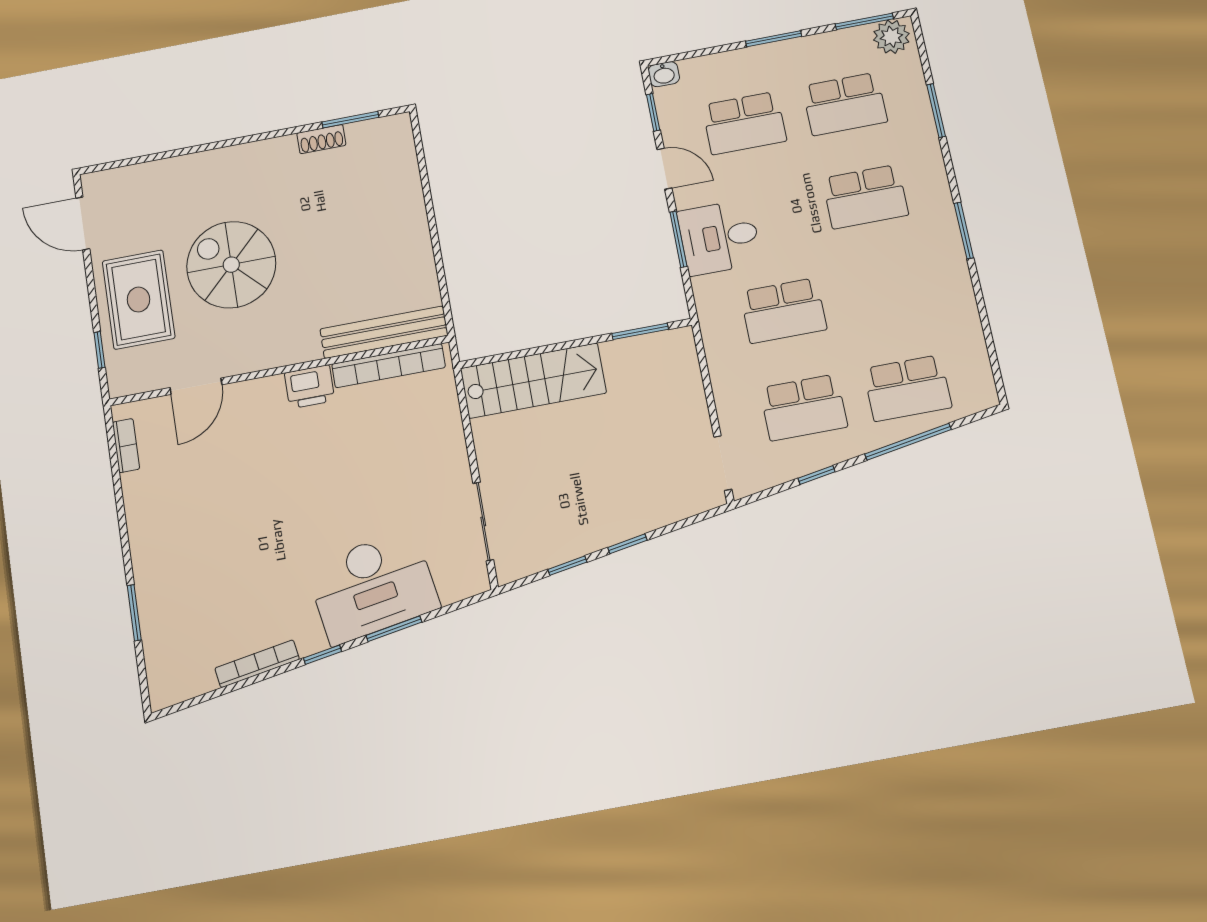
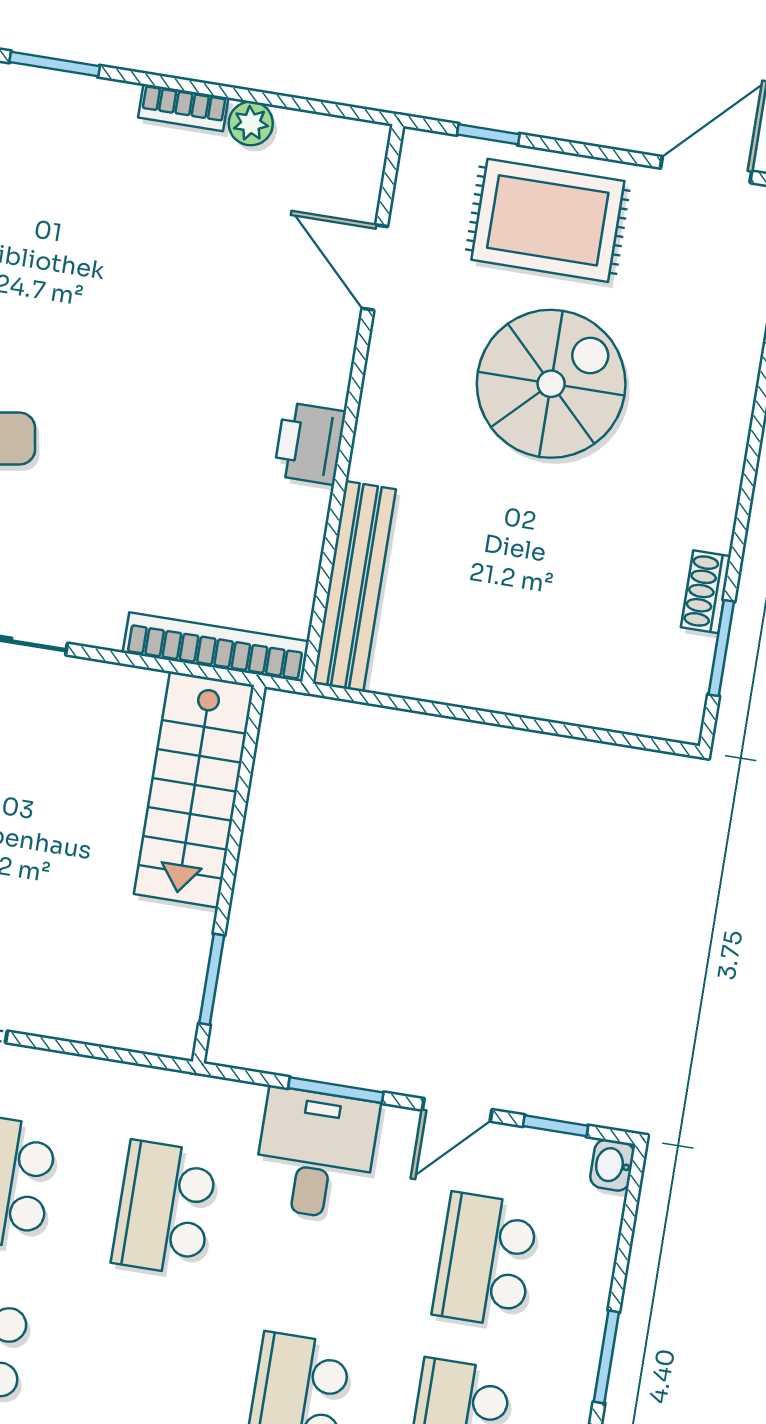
bookcase: (389, 366) -> (216, 647), moved, turned 90
bookcase: (126, 446) -> (183, 108), moved
plant: (134, 486) -> (251, 123), added

